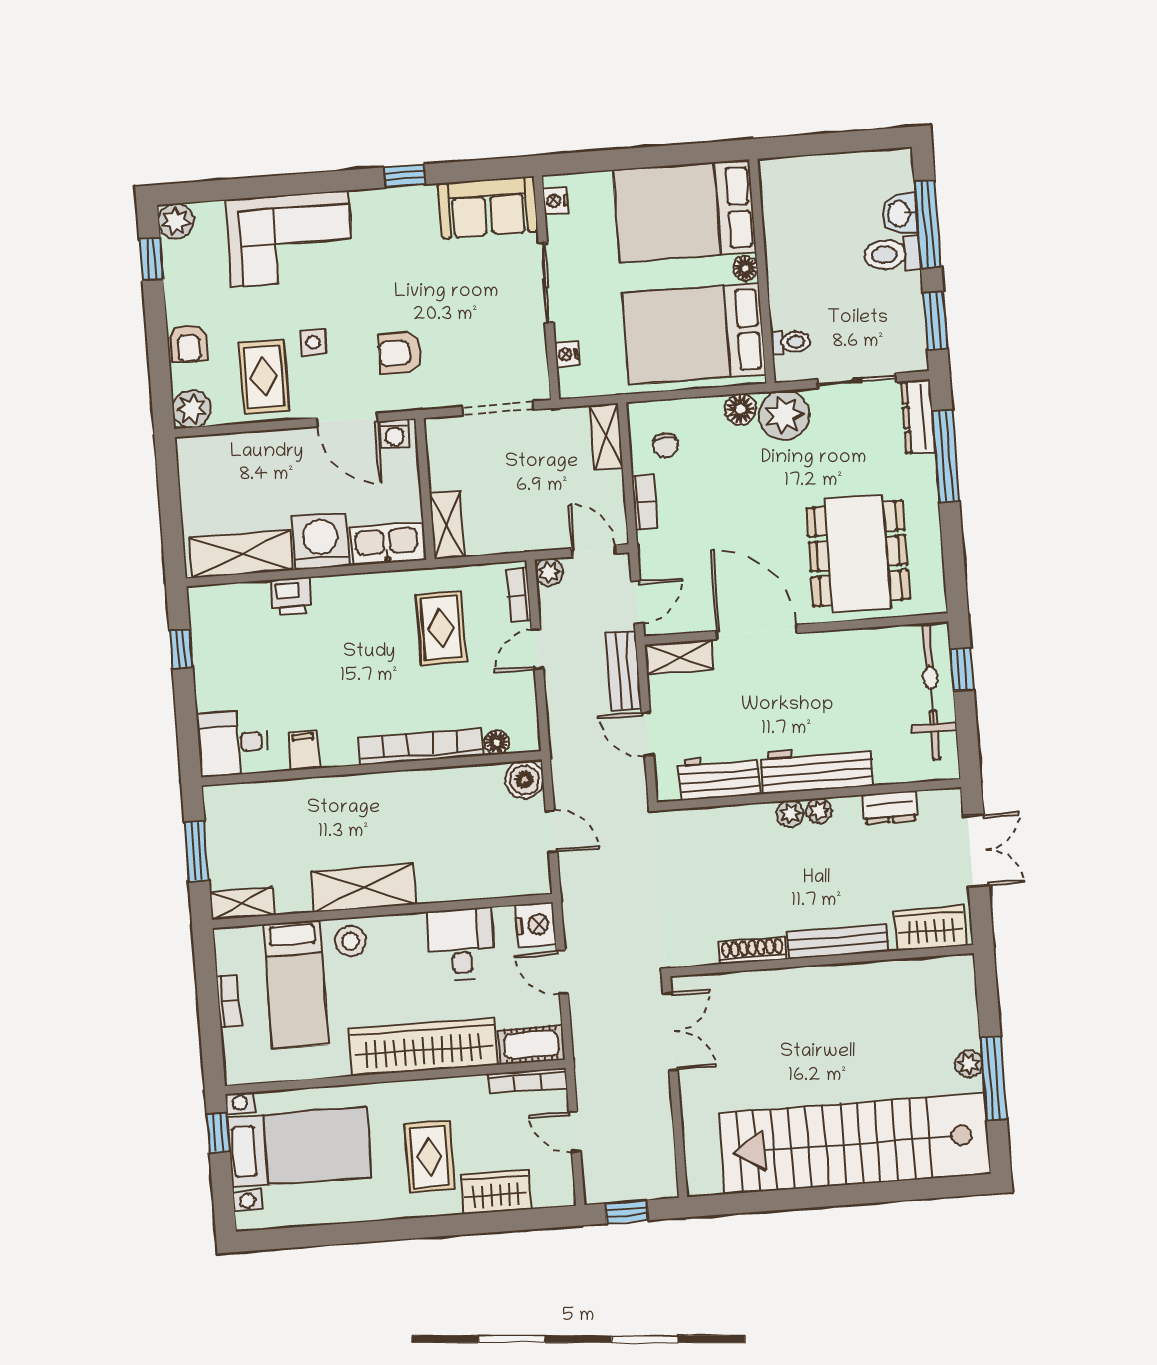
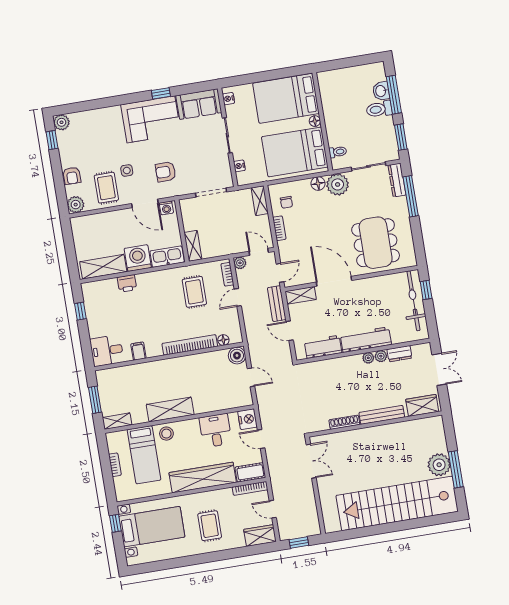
corner sofa: (290, 239) -> (151, 119), moved
plant: (790, 814) -> (381, 356), moved
plant: (969, 1064) -> (439, 465), width x1.87, depth x1.87
wardrobe: (496, 1192) -> (260, 536), moved

